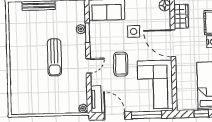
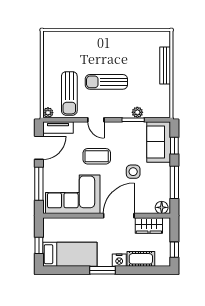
sun lounger: (66, 90) -> (69, 93), added

